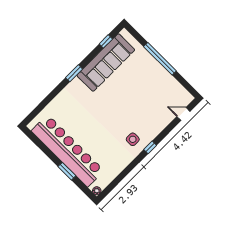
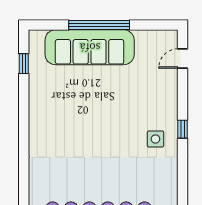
sofa: (106, 63) -> (90, 47), moved, turned 90
window: (74, 73) -> (24, 131), removed

